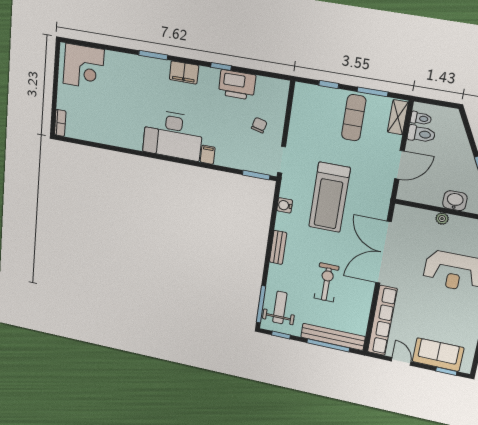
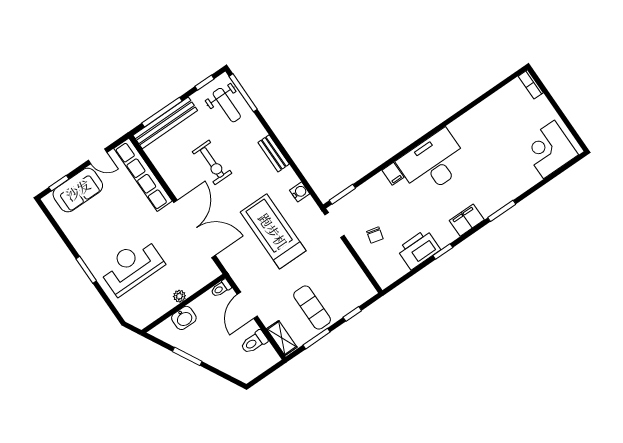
toilet: (421, 118) -> (221, 288), moved

